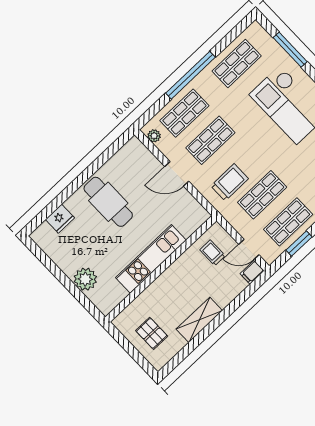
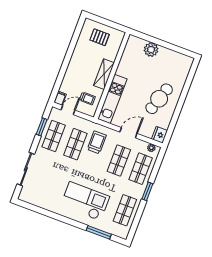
window: (190, 75) -> (147, 191), width x0.47
trolley: (230, 182) -> (97, 142), turned 180
cafe table: (108, 202) -> (159, 99), turned -72
fridge: (60, 219) -> (160, 135), moved
kitchen unit: (151, 259) -> (112, 99), moved
shelving: (199, 320) -> (104, 74), moved

